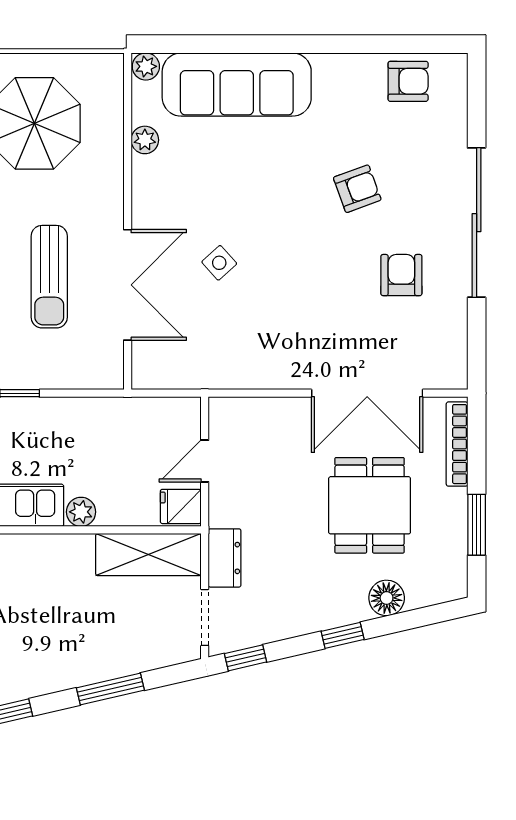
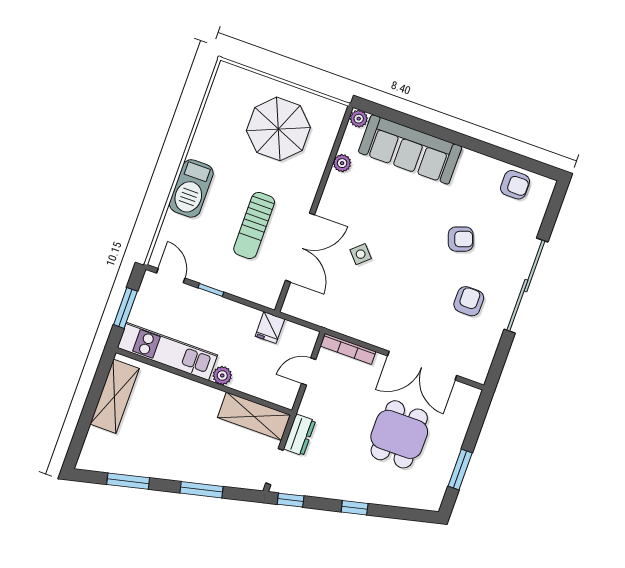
bookcase: (457, 444) -> (348, 349), moved, turned -90
fridge: (181, 506) -> (270, 328), moved, turned -90
floor lamp: (387, 598) -> (389, 494), removed

